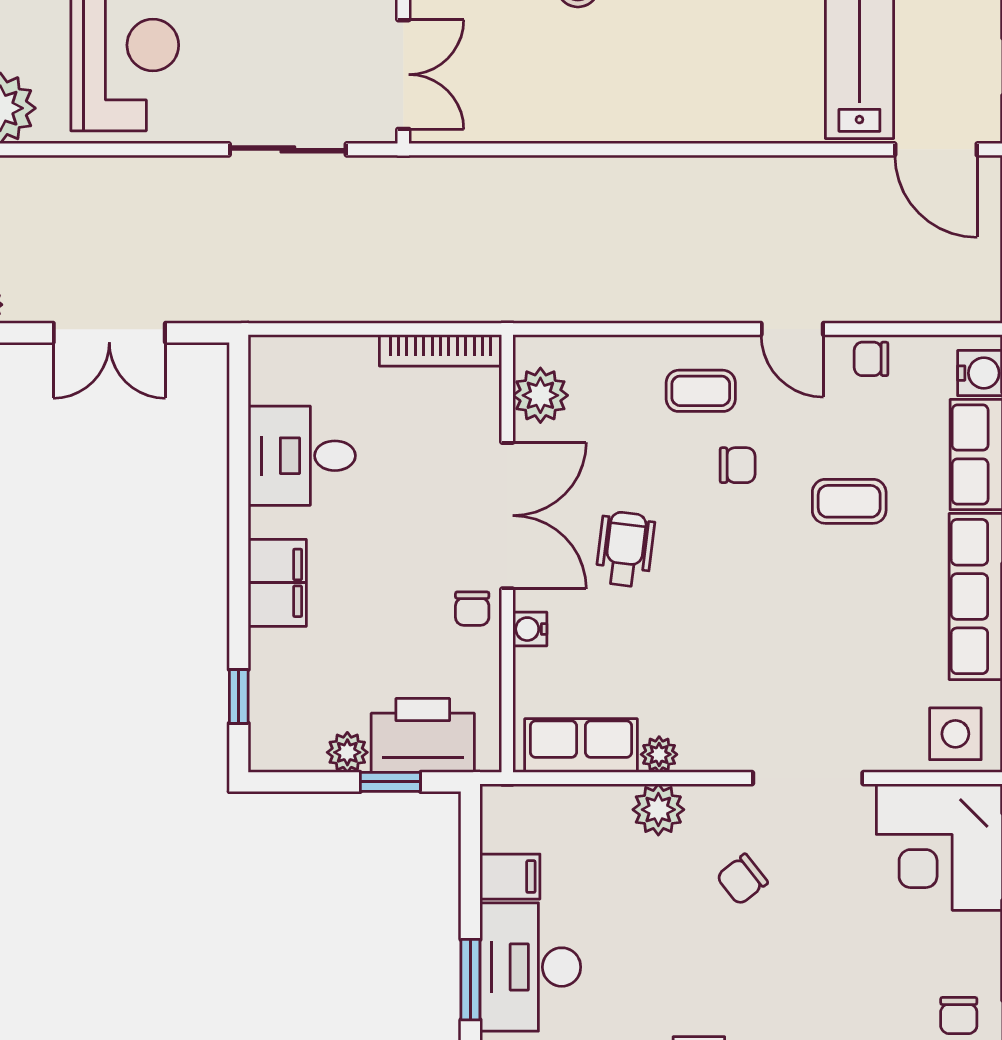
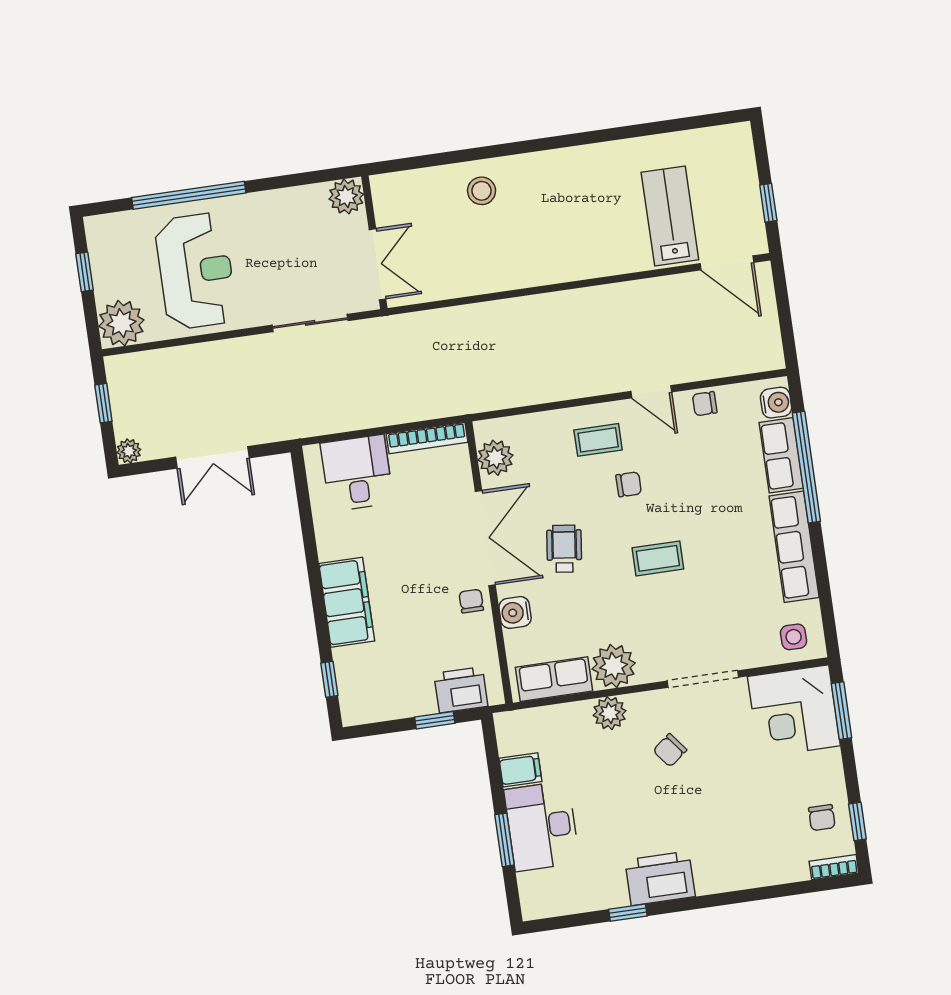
desk: (302, 456) -> (357, 473), moved, turned 90
coffee table: (849, 501) -> (658, 558), moved
filing cabinet: (277, 583) -> (347, 602), width x1.50, depth x1.17
chair: (472, 609) -> (471, 601), turned 180
water cooler: (530, 629) -> (515, 612), width x1.38, depth x1.38
side table: (955, 734) -> (794, 637), width x0.73, depth x0.73
printer: (423, 735) -> (461, 690), width x0.73, depth x0.84
plant: (347, 752) -> (404, 705), removed
plant: (659, 754) -> (614, 666), width x1.88, depth x1.88

